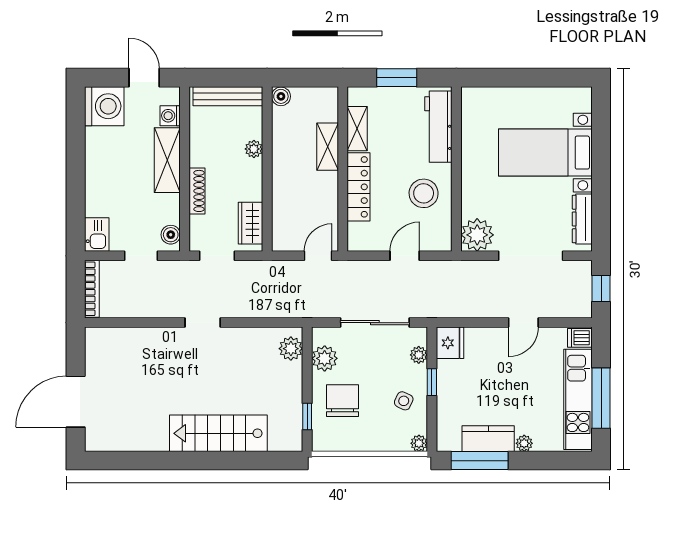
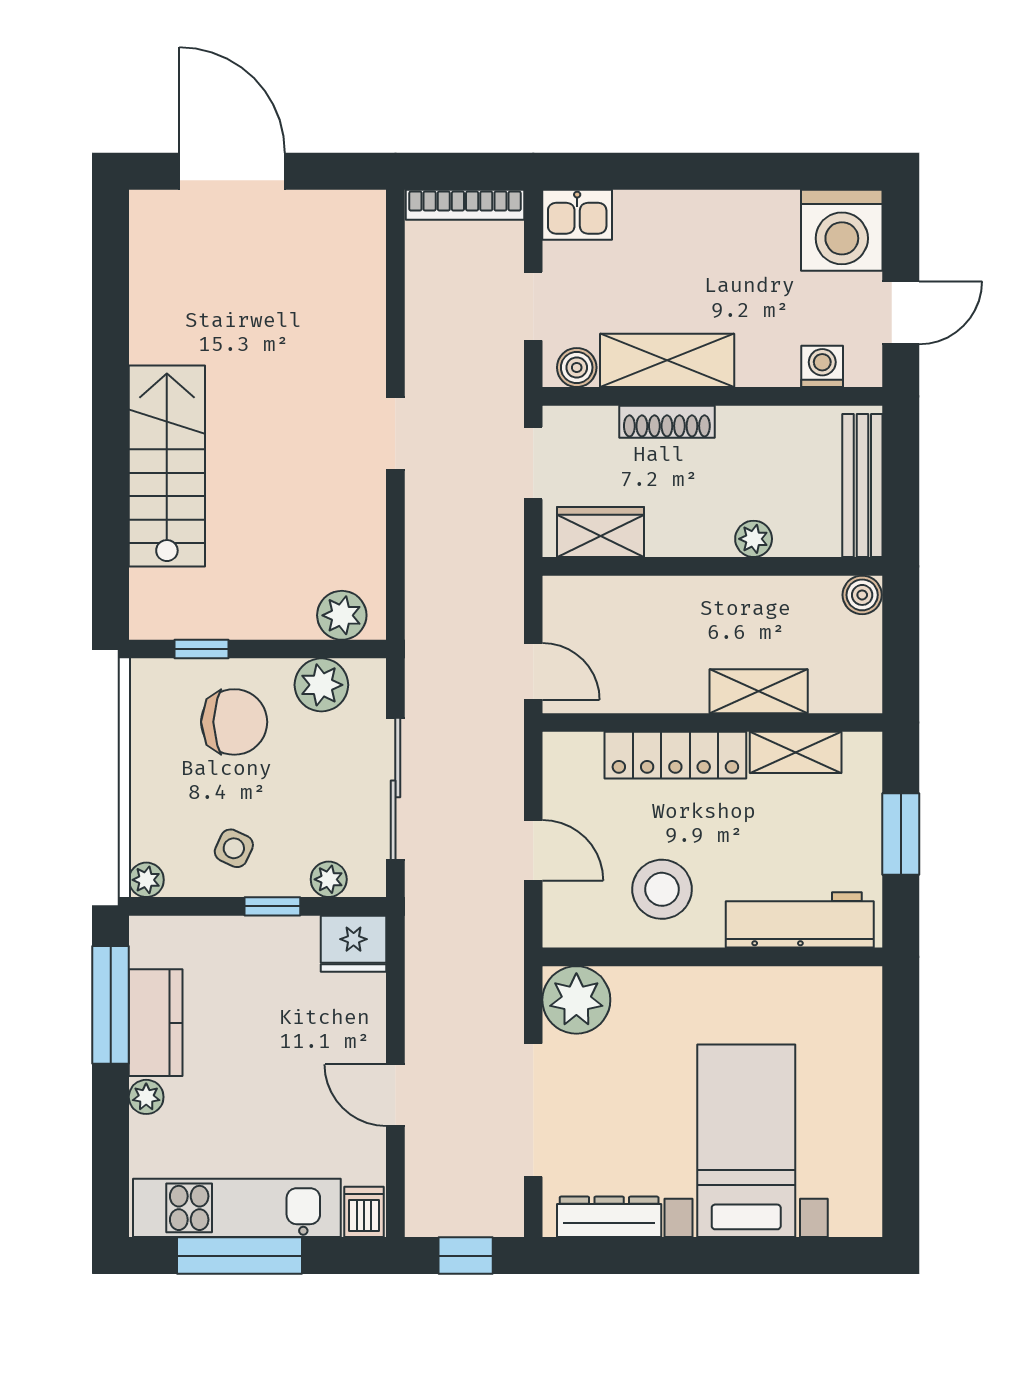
shelving: (167, 160) -> (667, 360), moved

